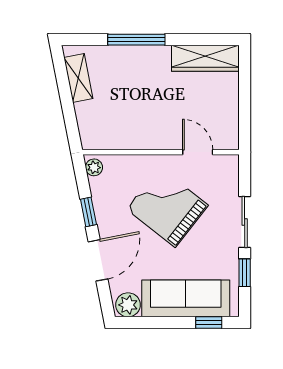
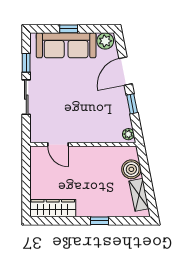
window: (136, 40) -> (100, 221), width x0.46
boiler: (90, 116) -> (131, 169), added
grand piano: (167, 207) -> (79, 107), removed
window: (209, 323) -> (69, 29), moved

